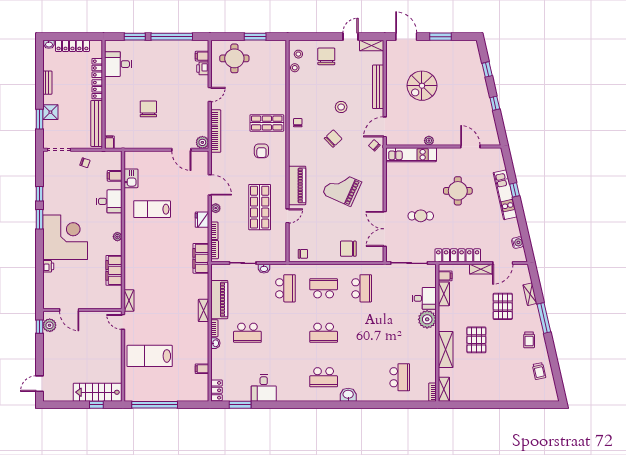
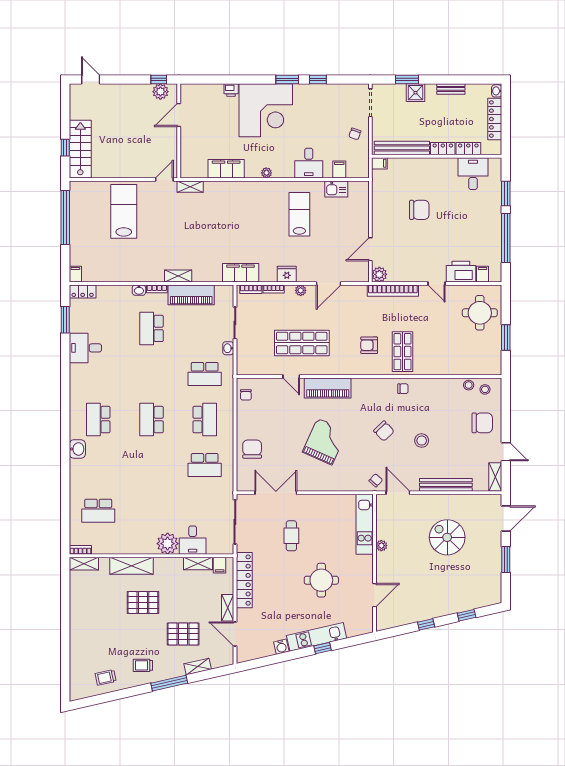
printer: (203, 68) -> (461, 272), width x1.87, depth x1.48
water cooler: (518, 243) -> (281, 647), moved
filing cabinet: (202, 369) -> (75, 274), moved

